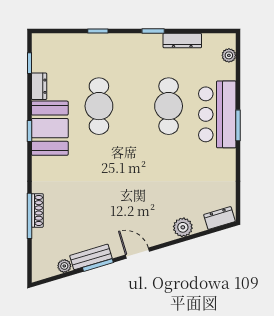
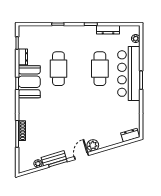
bar counter: (217, 114) -> (129, 74), width x1.36
plant: (183, 227) -> (93, 145), moved
door: (137, 253) -> (81, 156), hinge flipped

